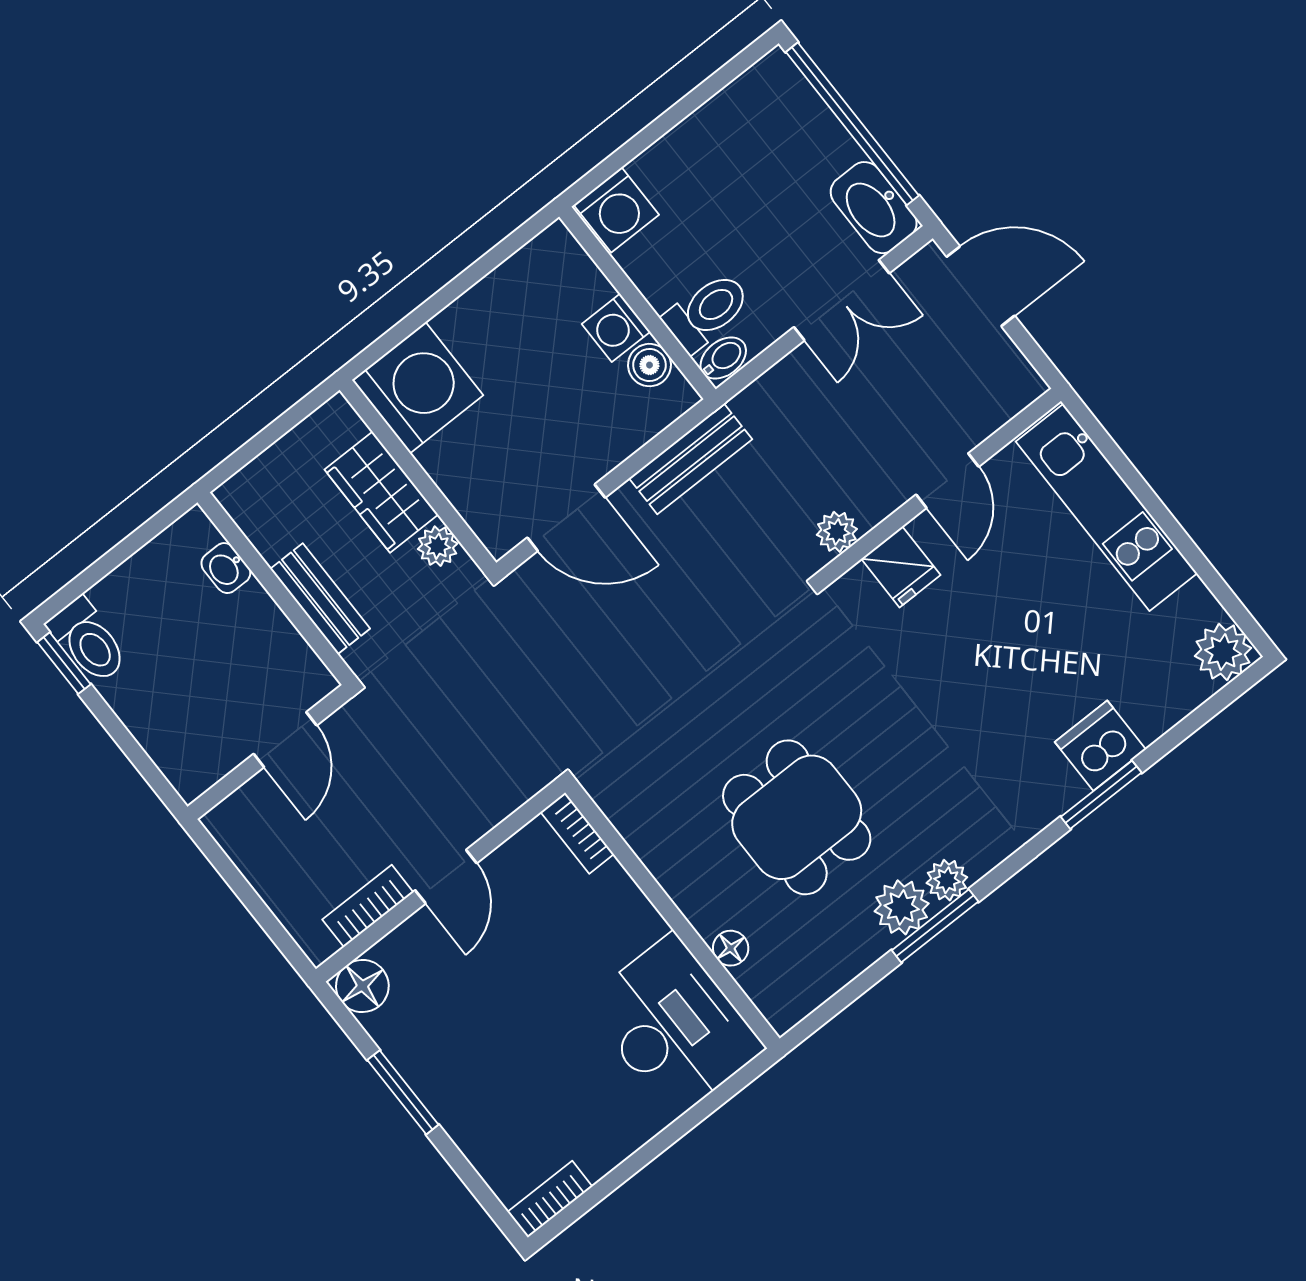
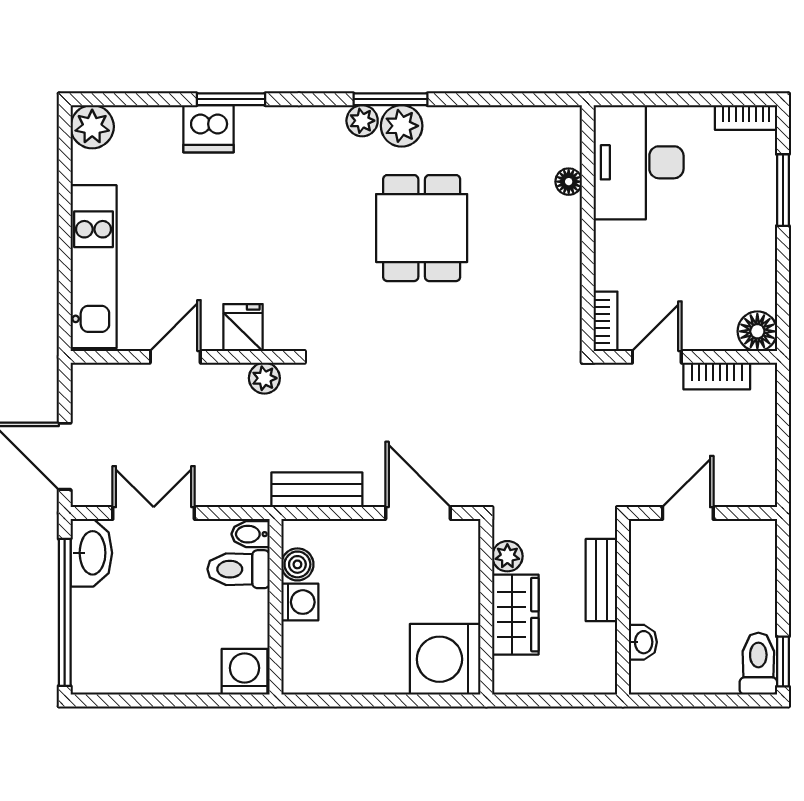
bookcase: (577, 833) -> (606, 321), moved
wall: (672, 915) -> (588, 228), moved
floor lamp: (731, 948) -> (569, 182), moved
desk: (674, 1026) -> (639, 162), moved
window: (403, 1092) -> (783, 190), moved

